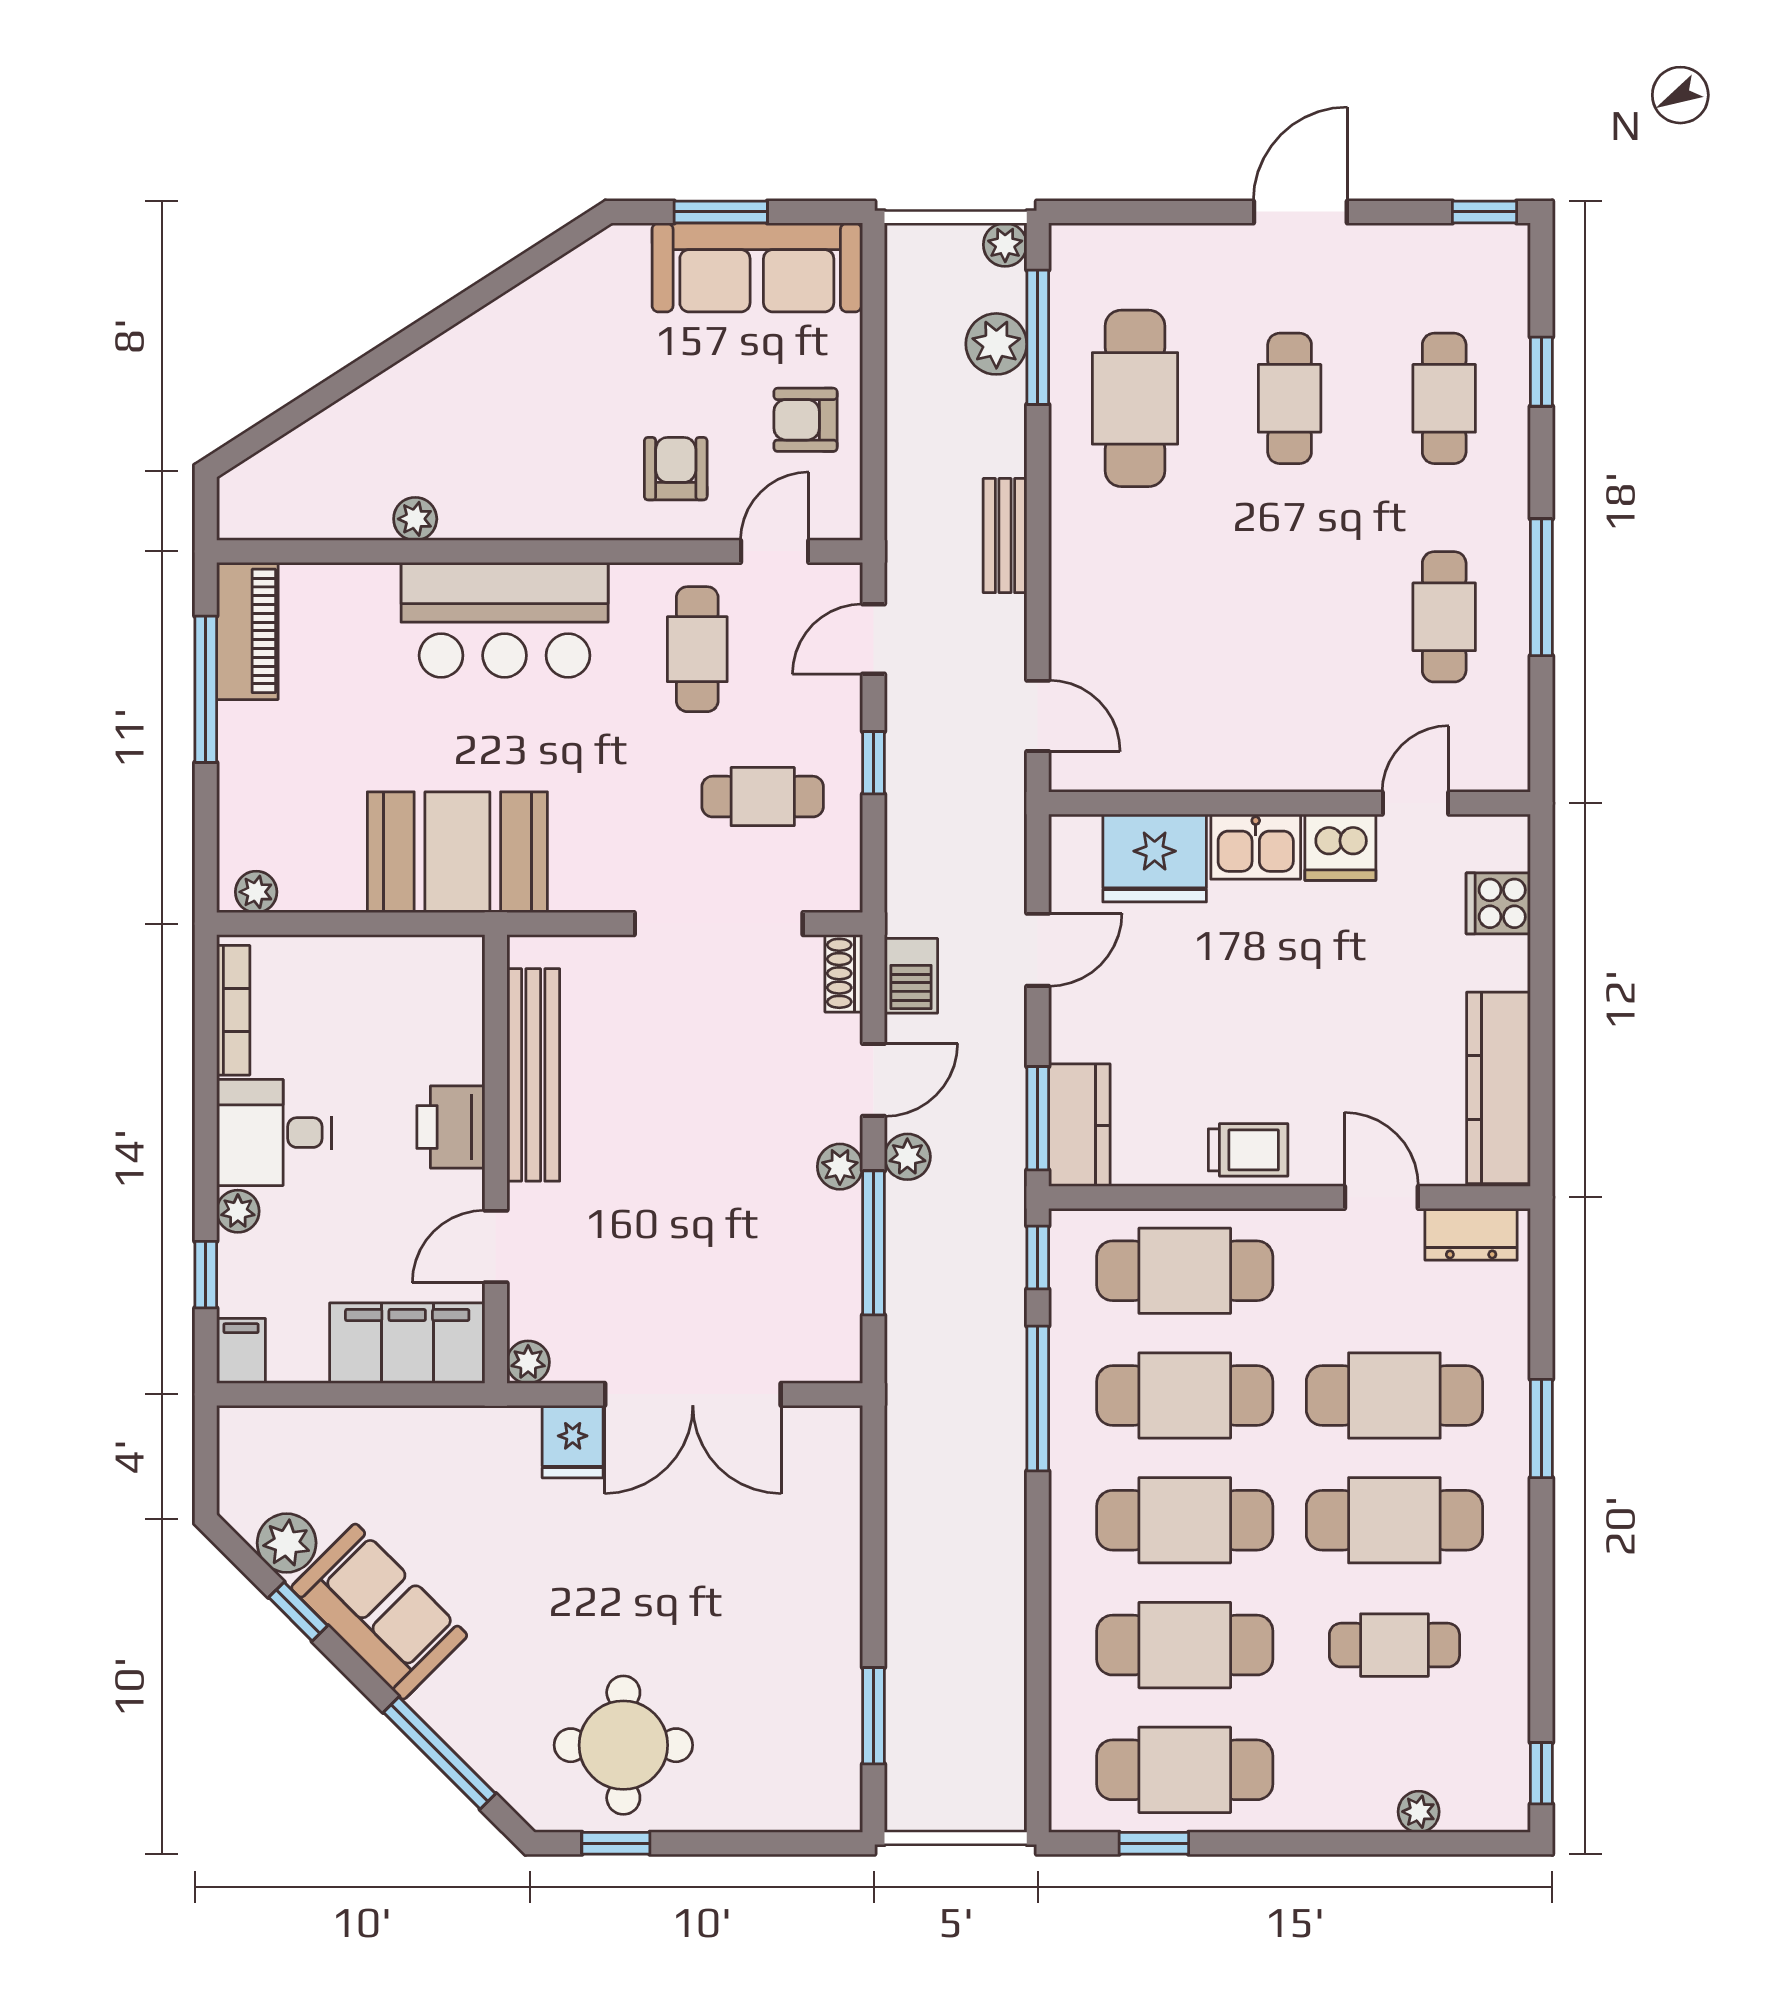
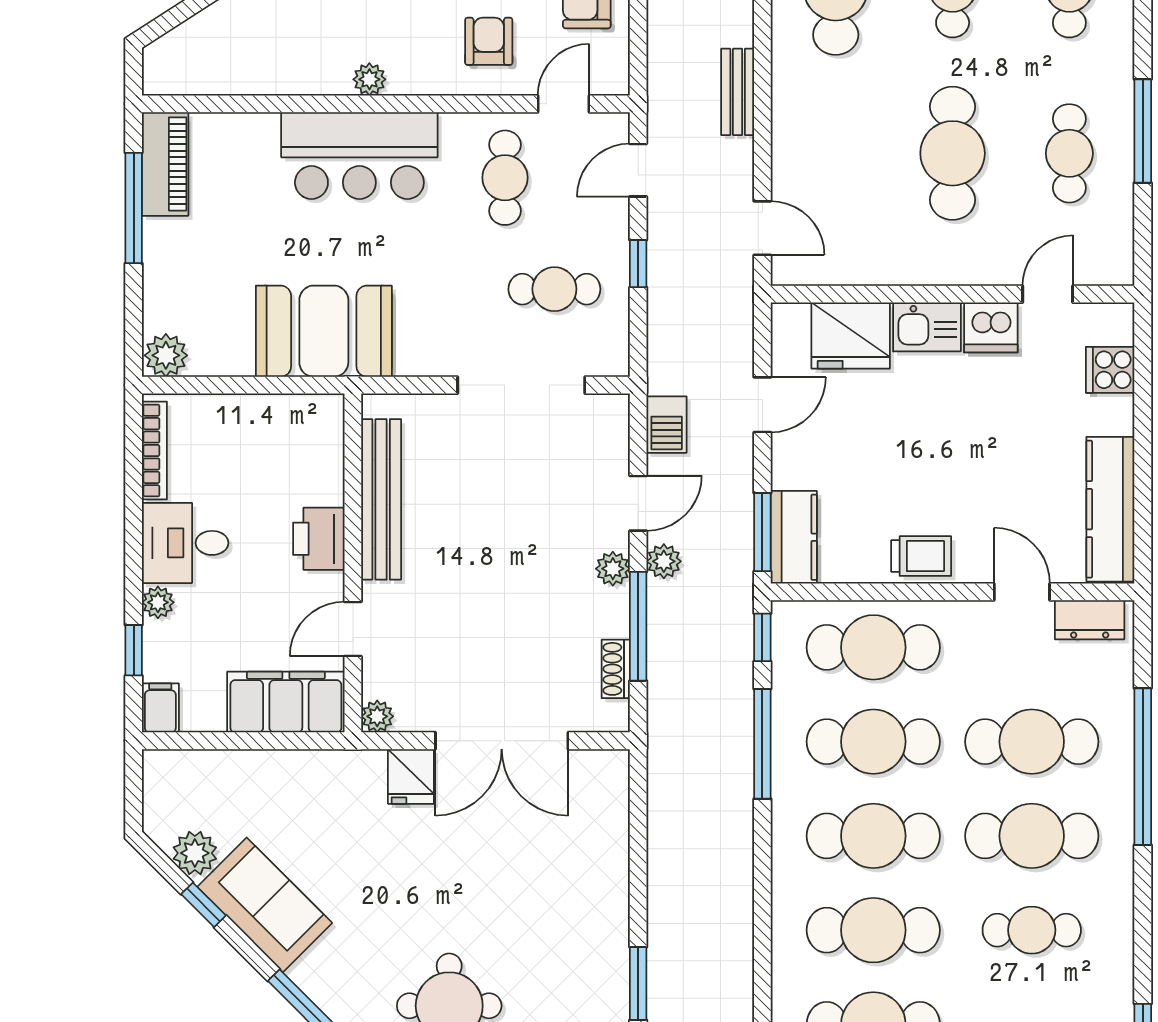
plant: (415, 519) -> (369, 79), moved
cafe table: (1290, 617) -> (953, 153), added
plant: (256, 892) -> (166, 355), width x1.38, depth x1.38
shoe rack: (844, 973) -> (616, 669), moved
window: (1541, 1429) -> (1143, 767), width x2.11

